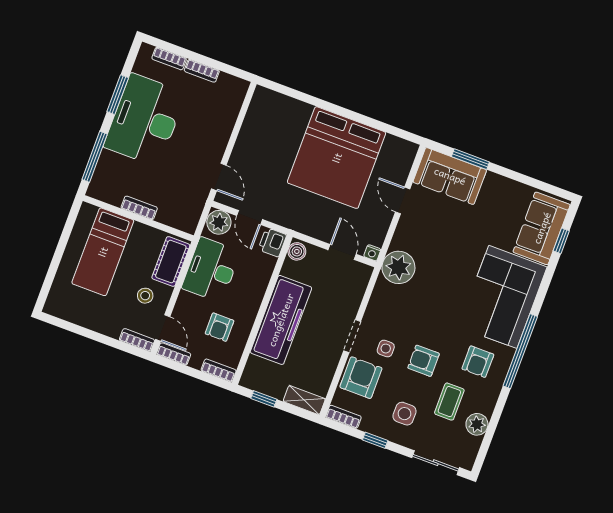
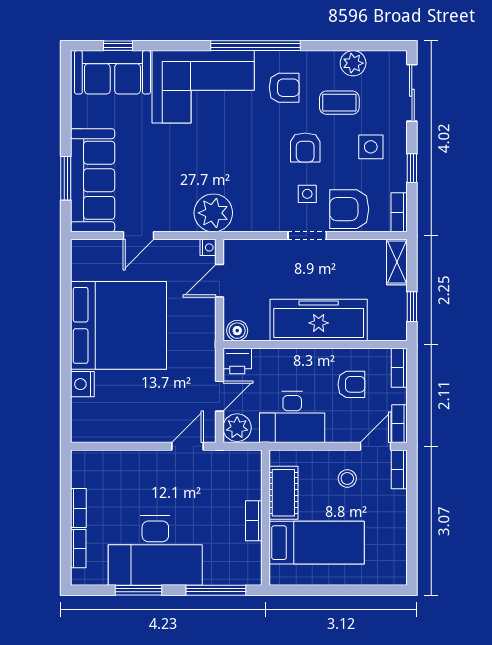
nightstand: (300, 111) -> (82, 384), added
sofa: (450, 176) -> (93, 180), width x1.36
cot: (171, 261) -> (283, 493), moved, turned 90

